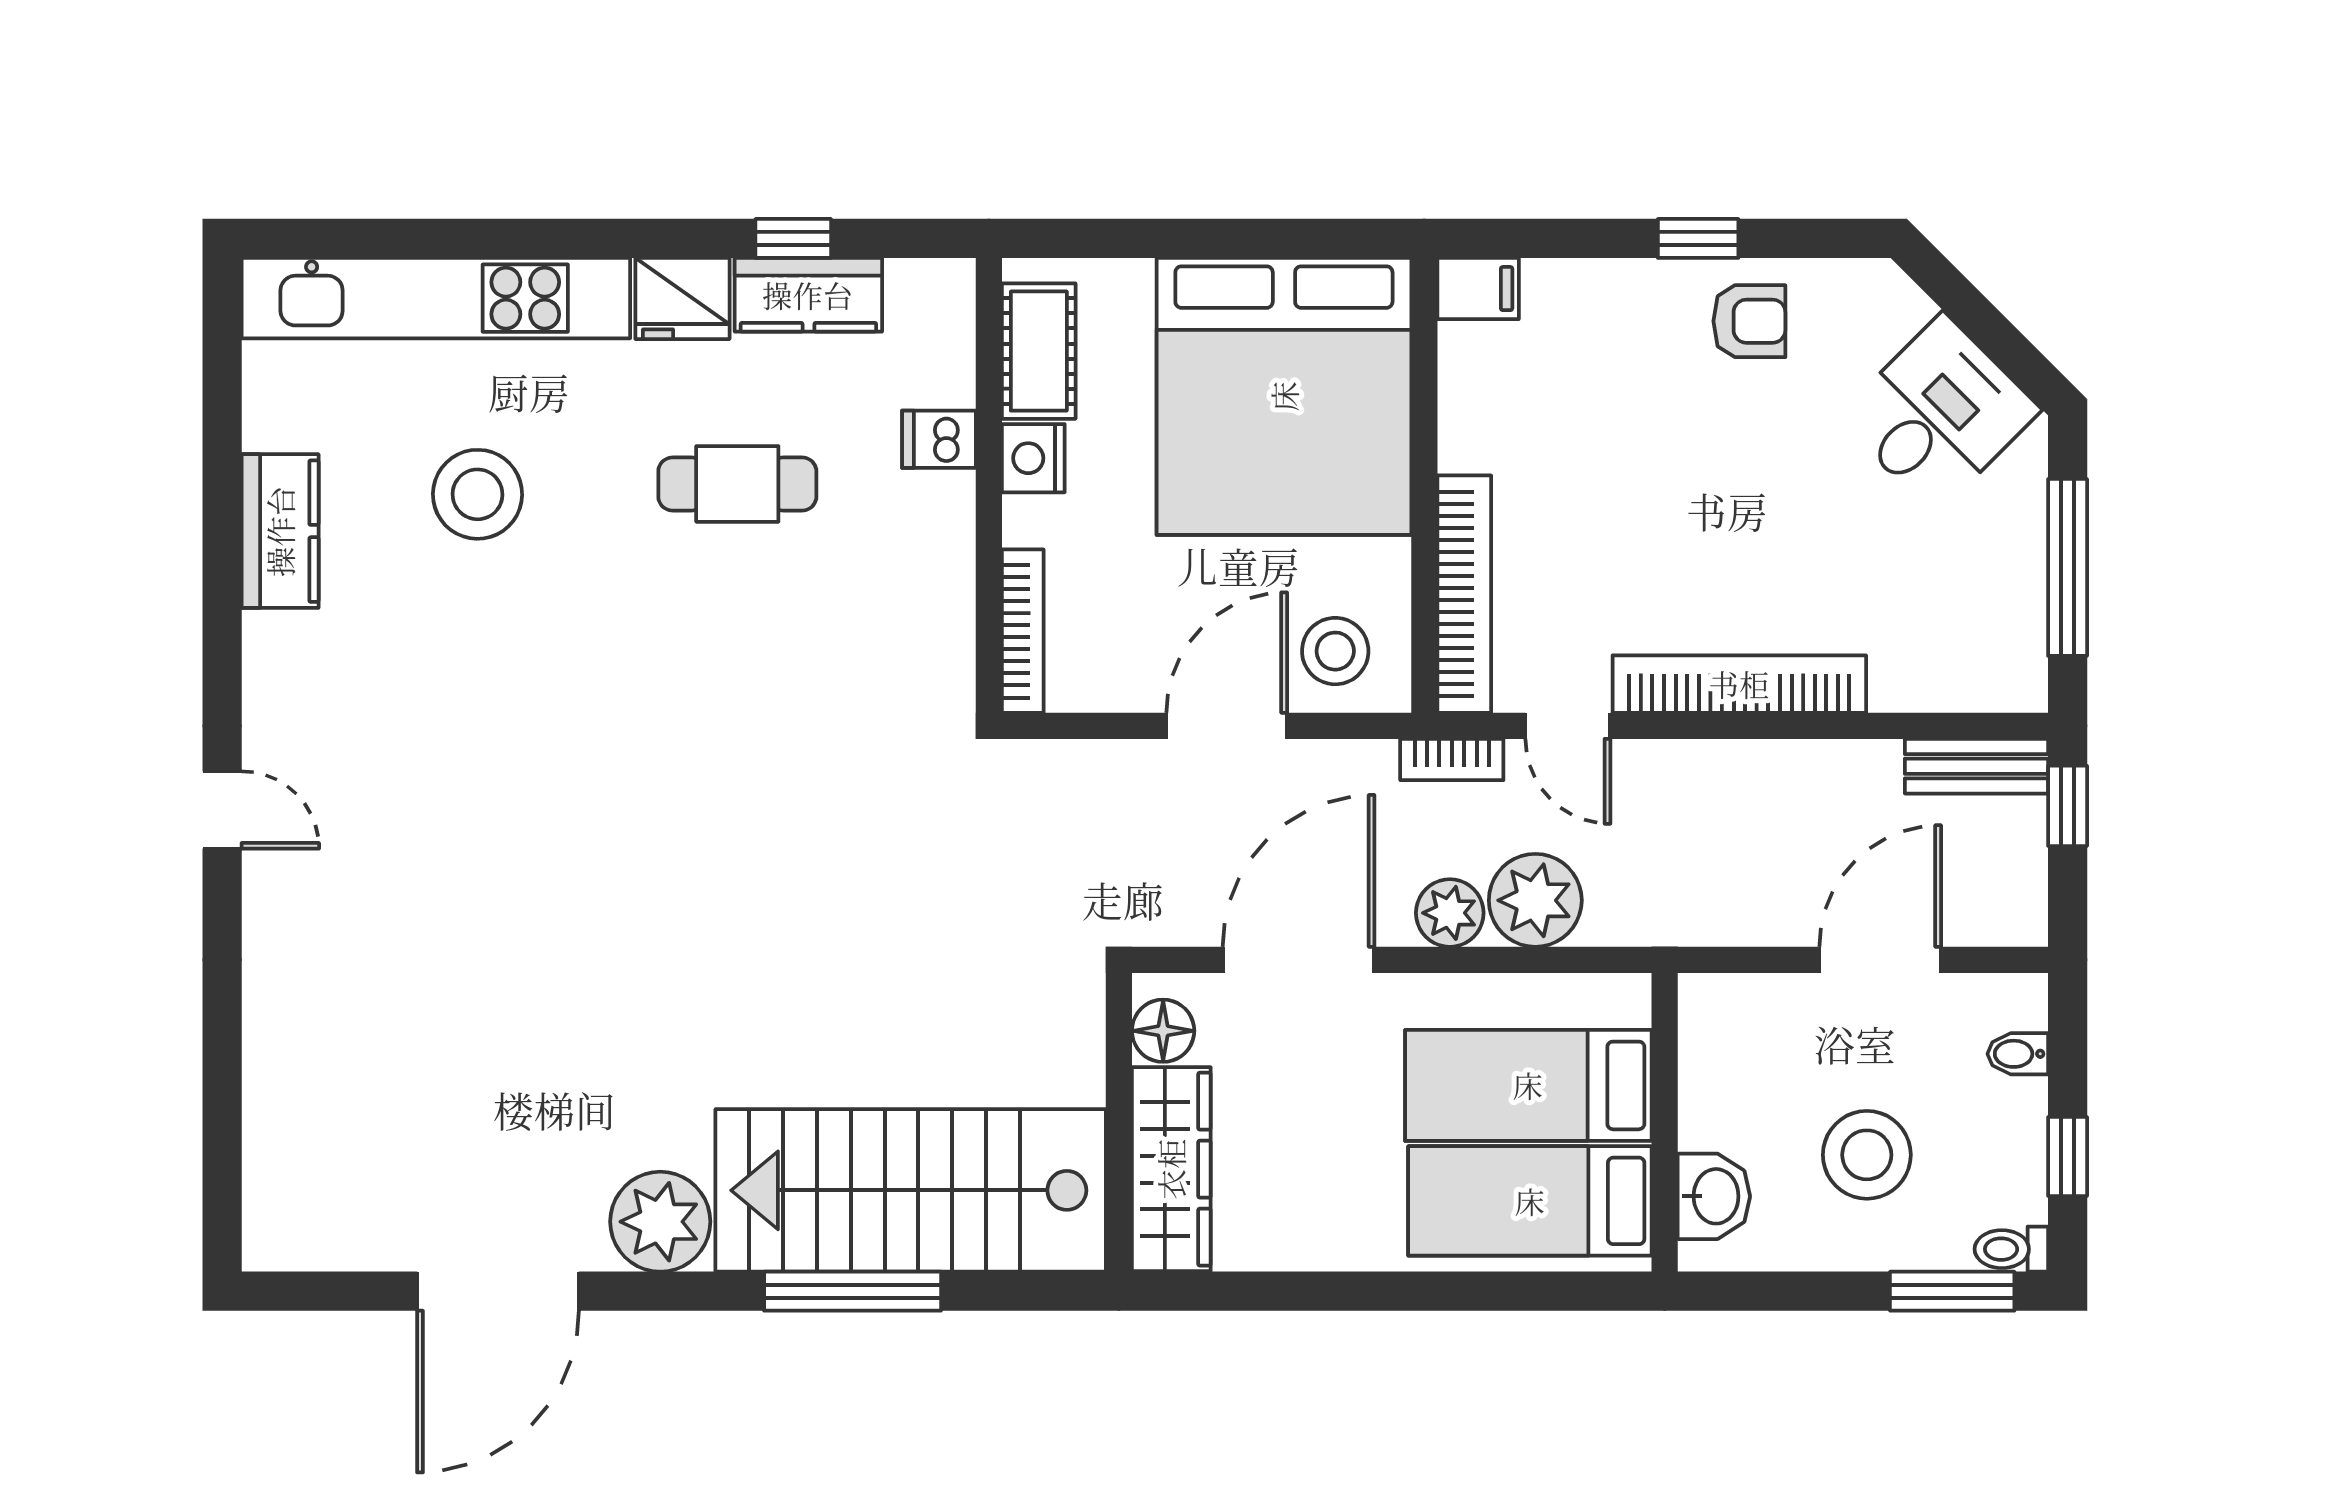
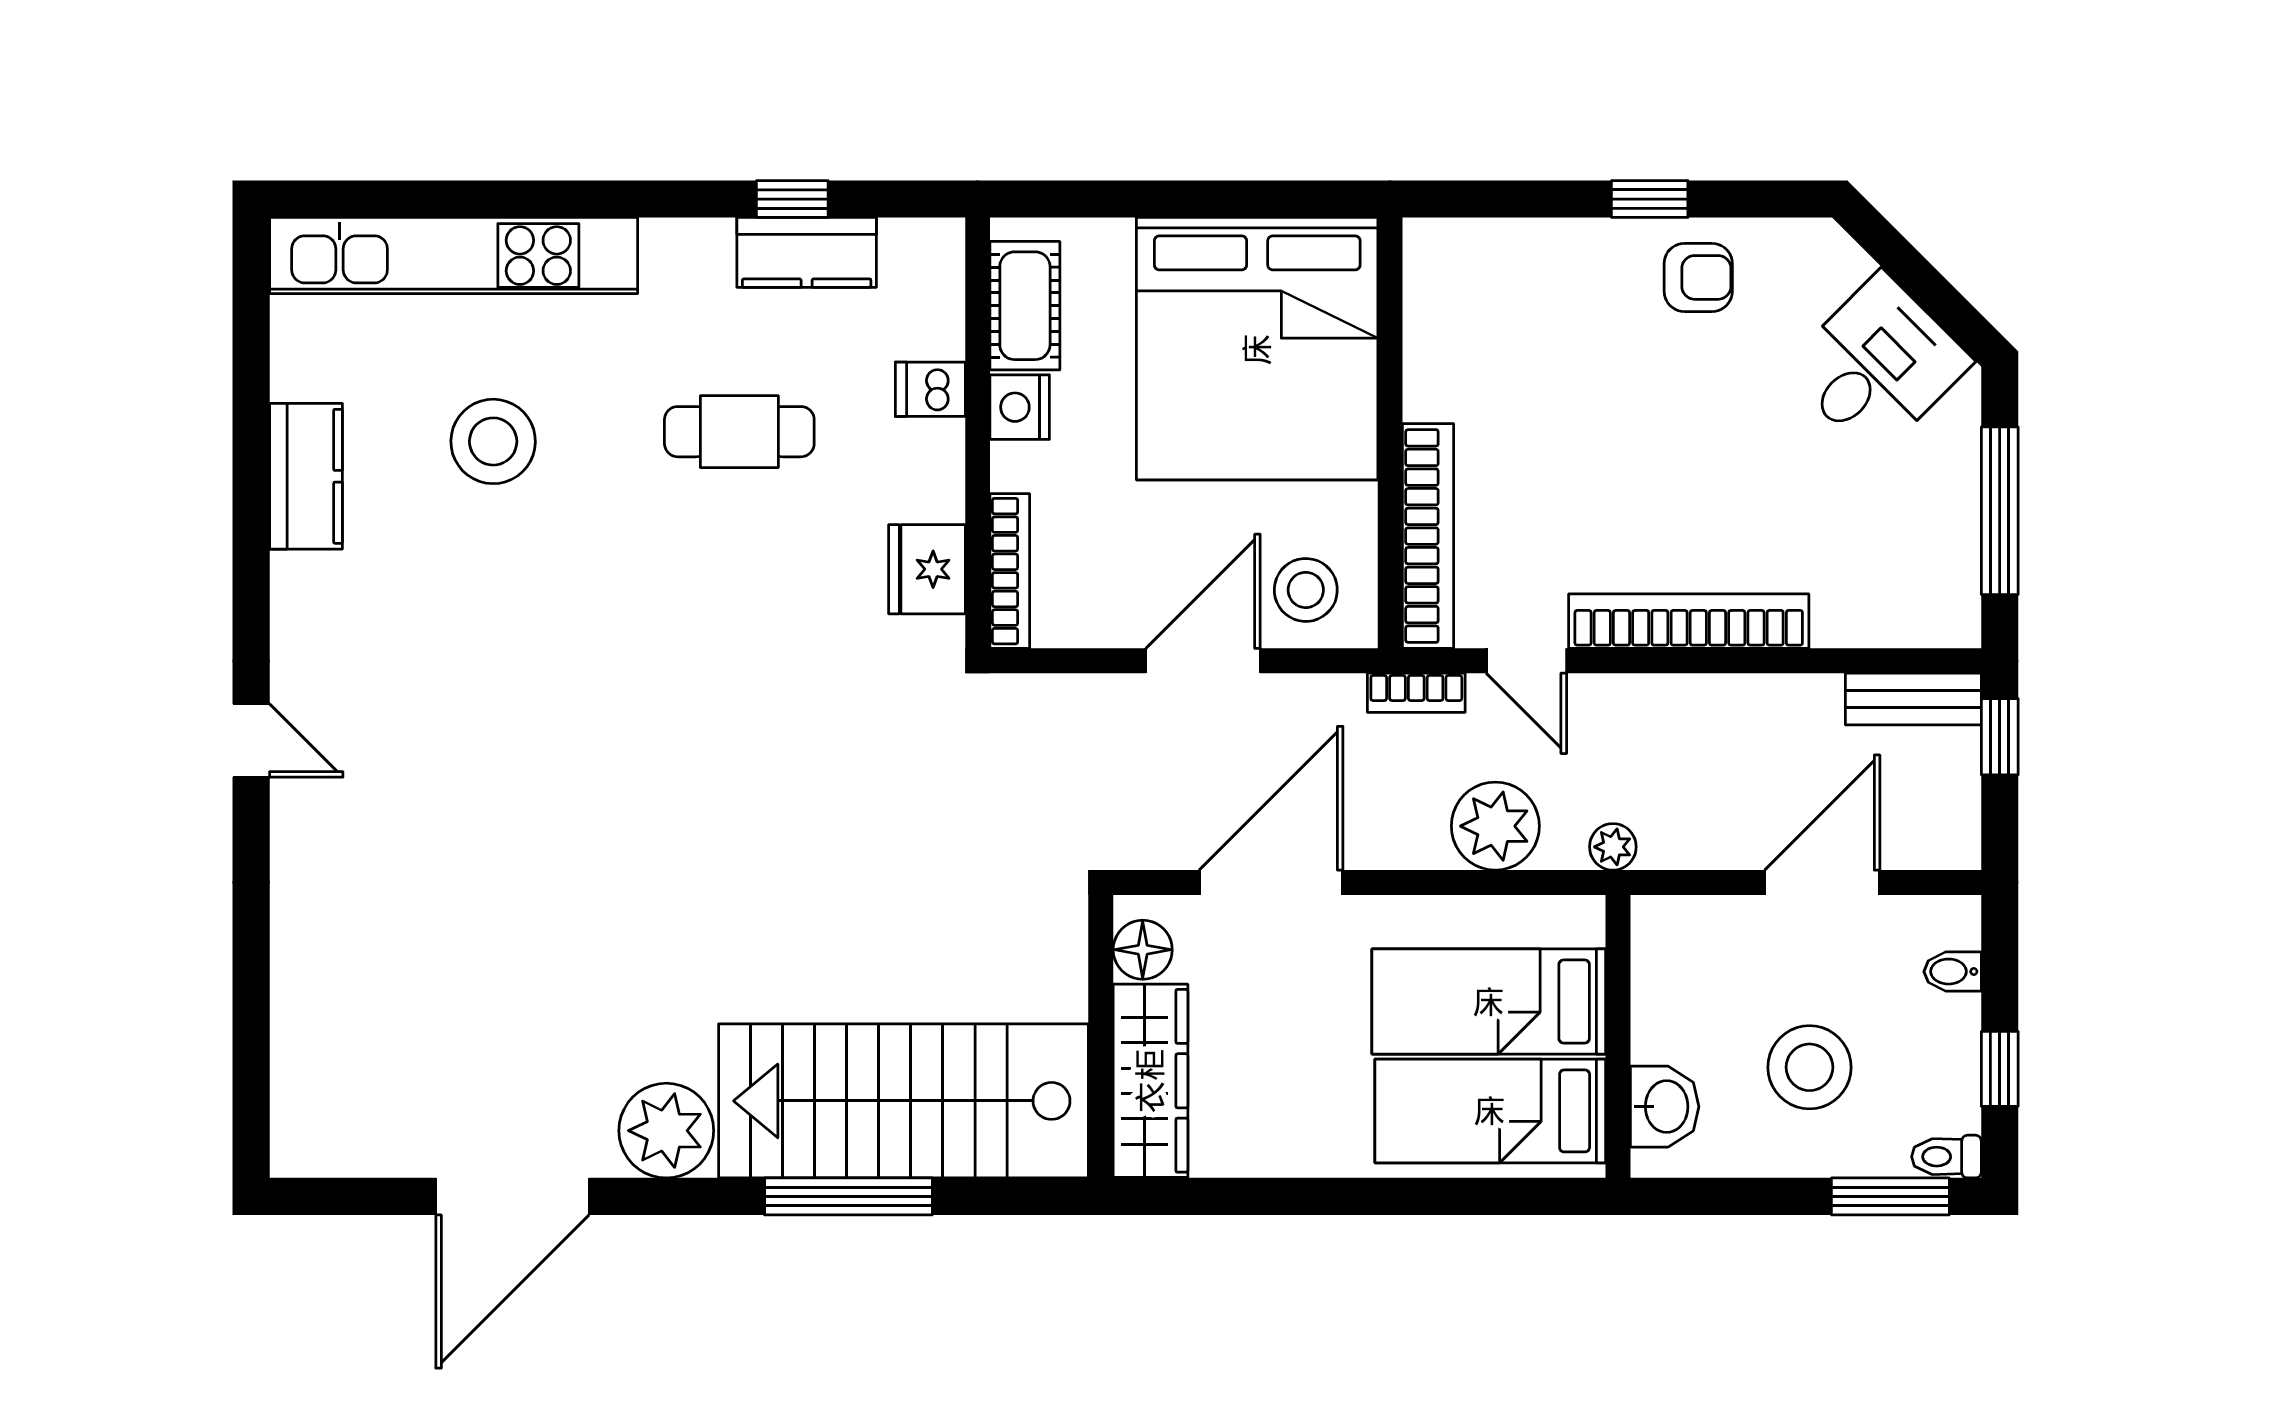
filing cabinet: (1478, 289) -> (1441, 246), removed
fridge: (682, 299) -> (927, 569), moved, turned 90
plant: (1450, 913) -> (1613, 847), moved, width x0.73, depth x0.73

